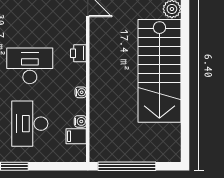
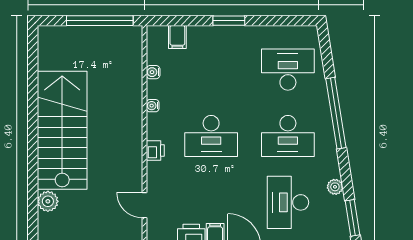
desk: (30, 124) -> (211, 70), removed
filing cabinet: (76, 136) -> (177, 37), moved, turned 90

